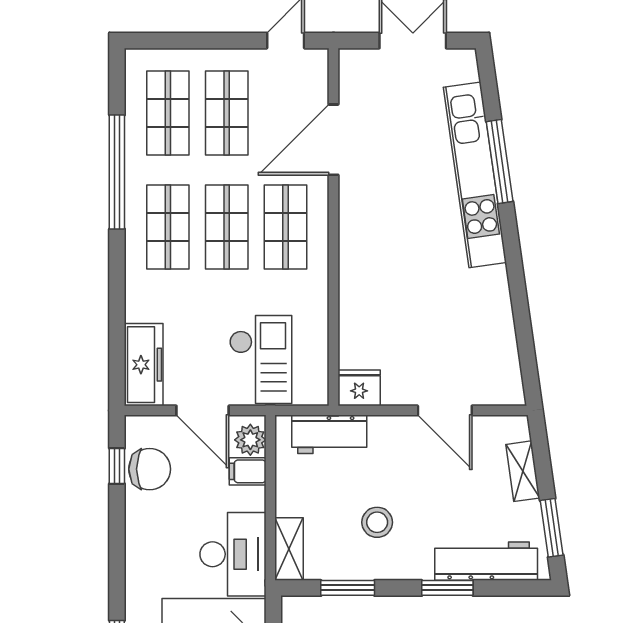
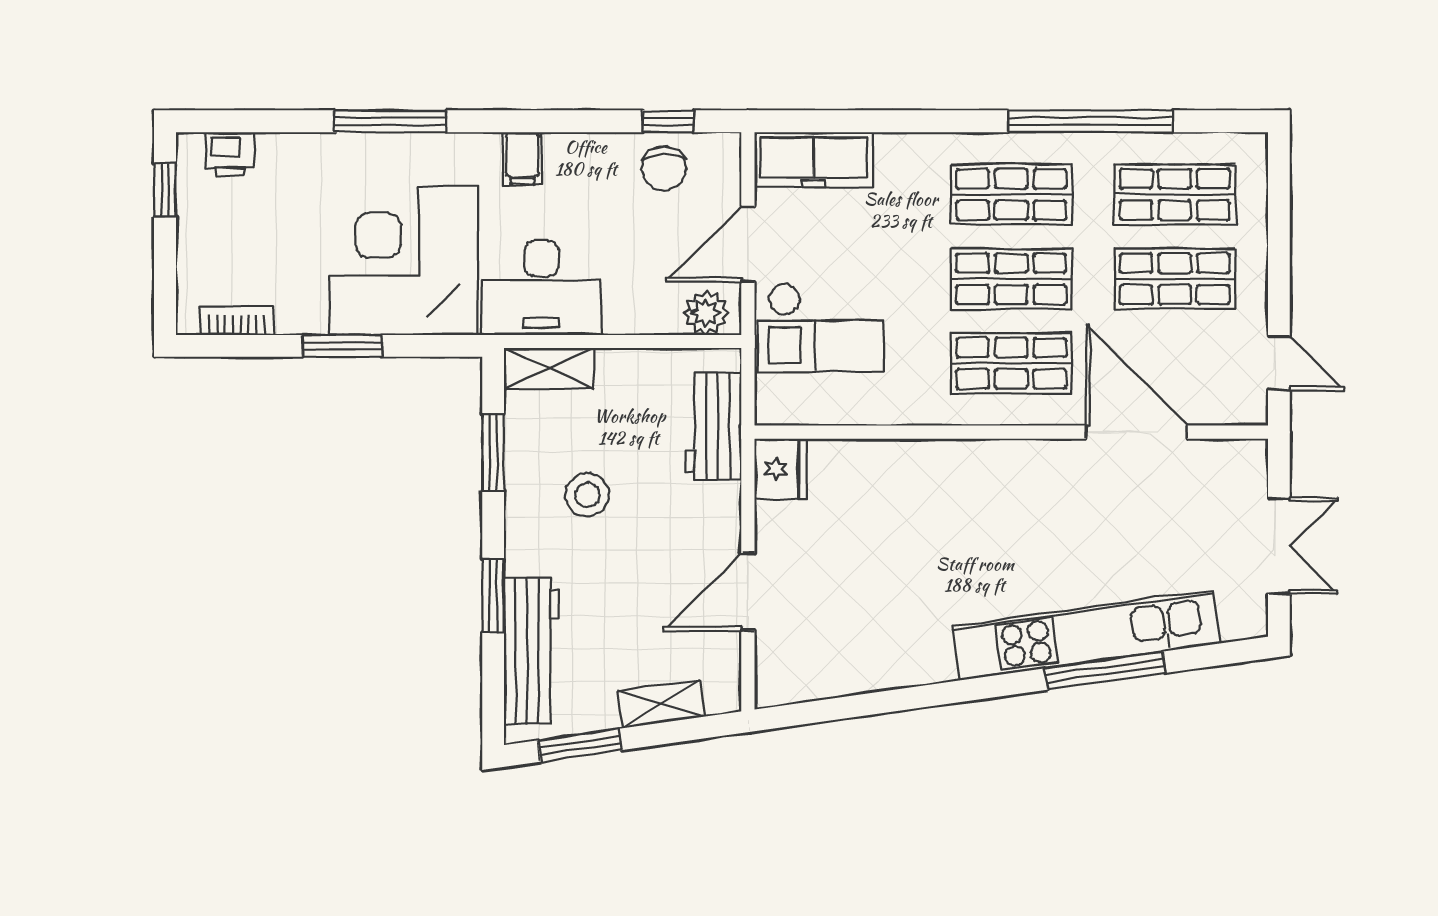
chair: (150, 469) -> (664, 168), width x0.73, depth x0.73
filing cabinet: (248, 471) -> (522, 158), moved, turned 180

